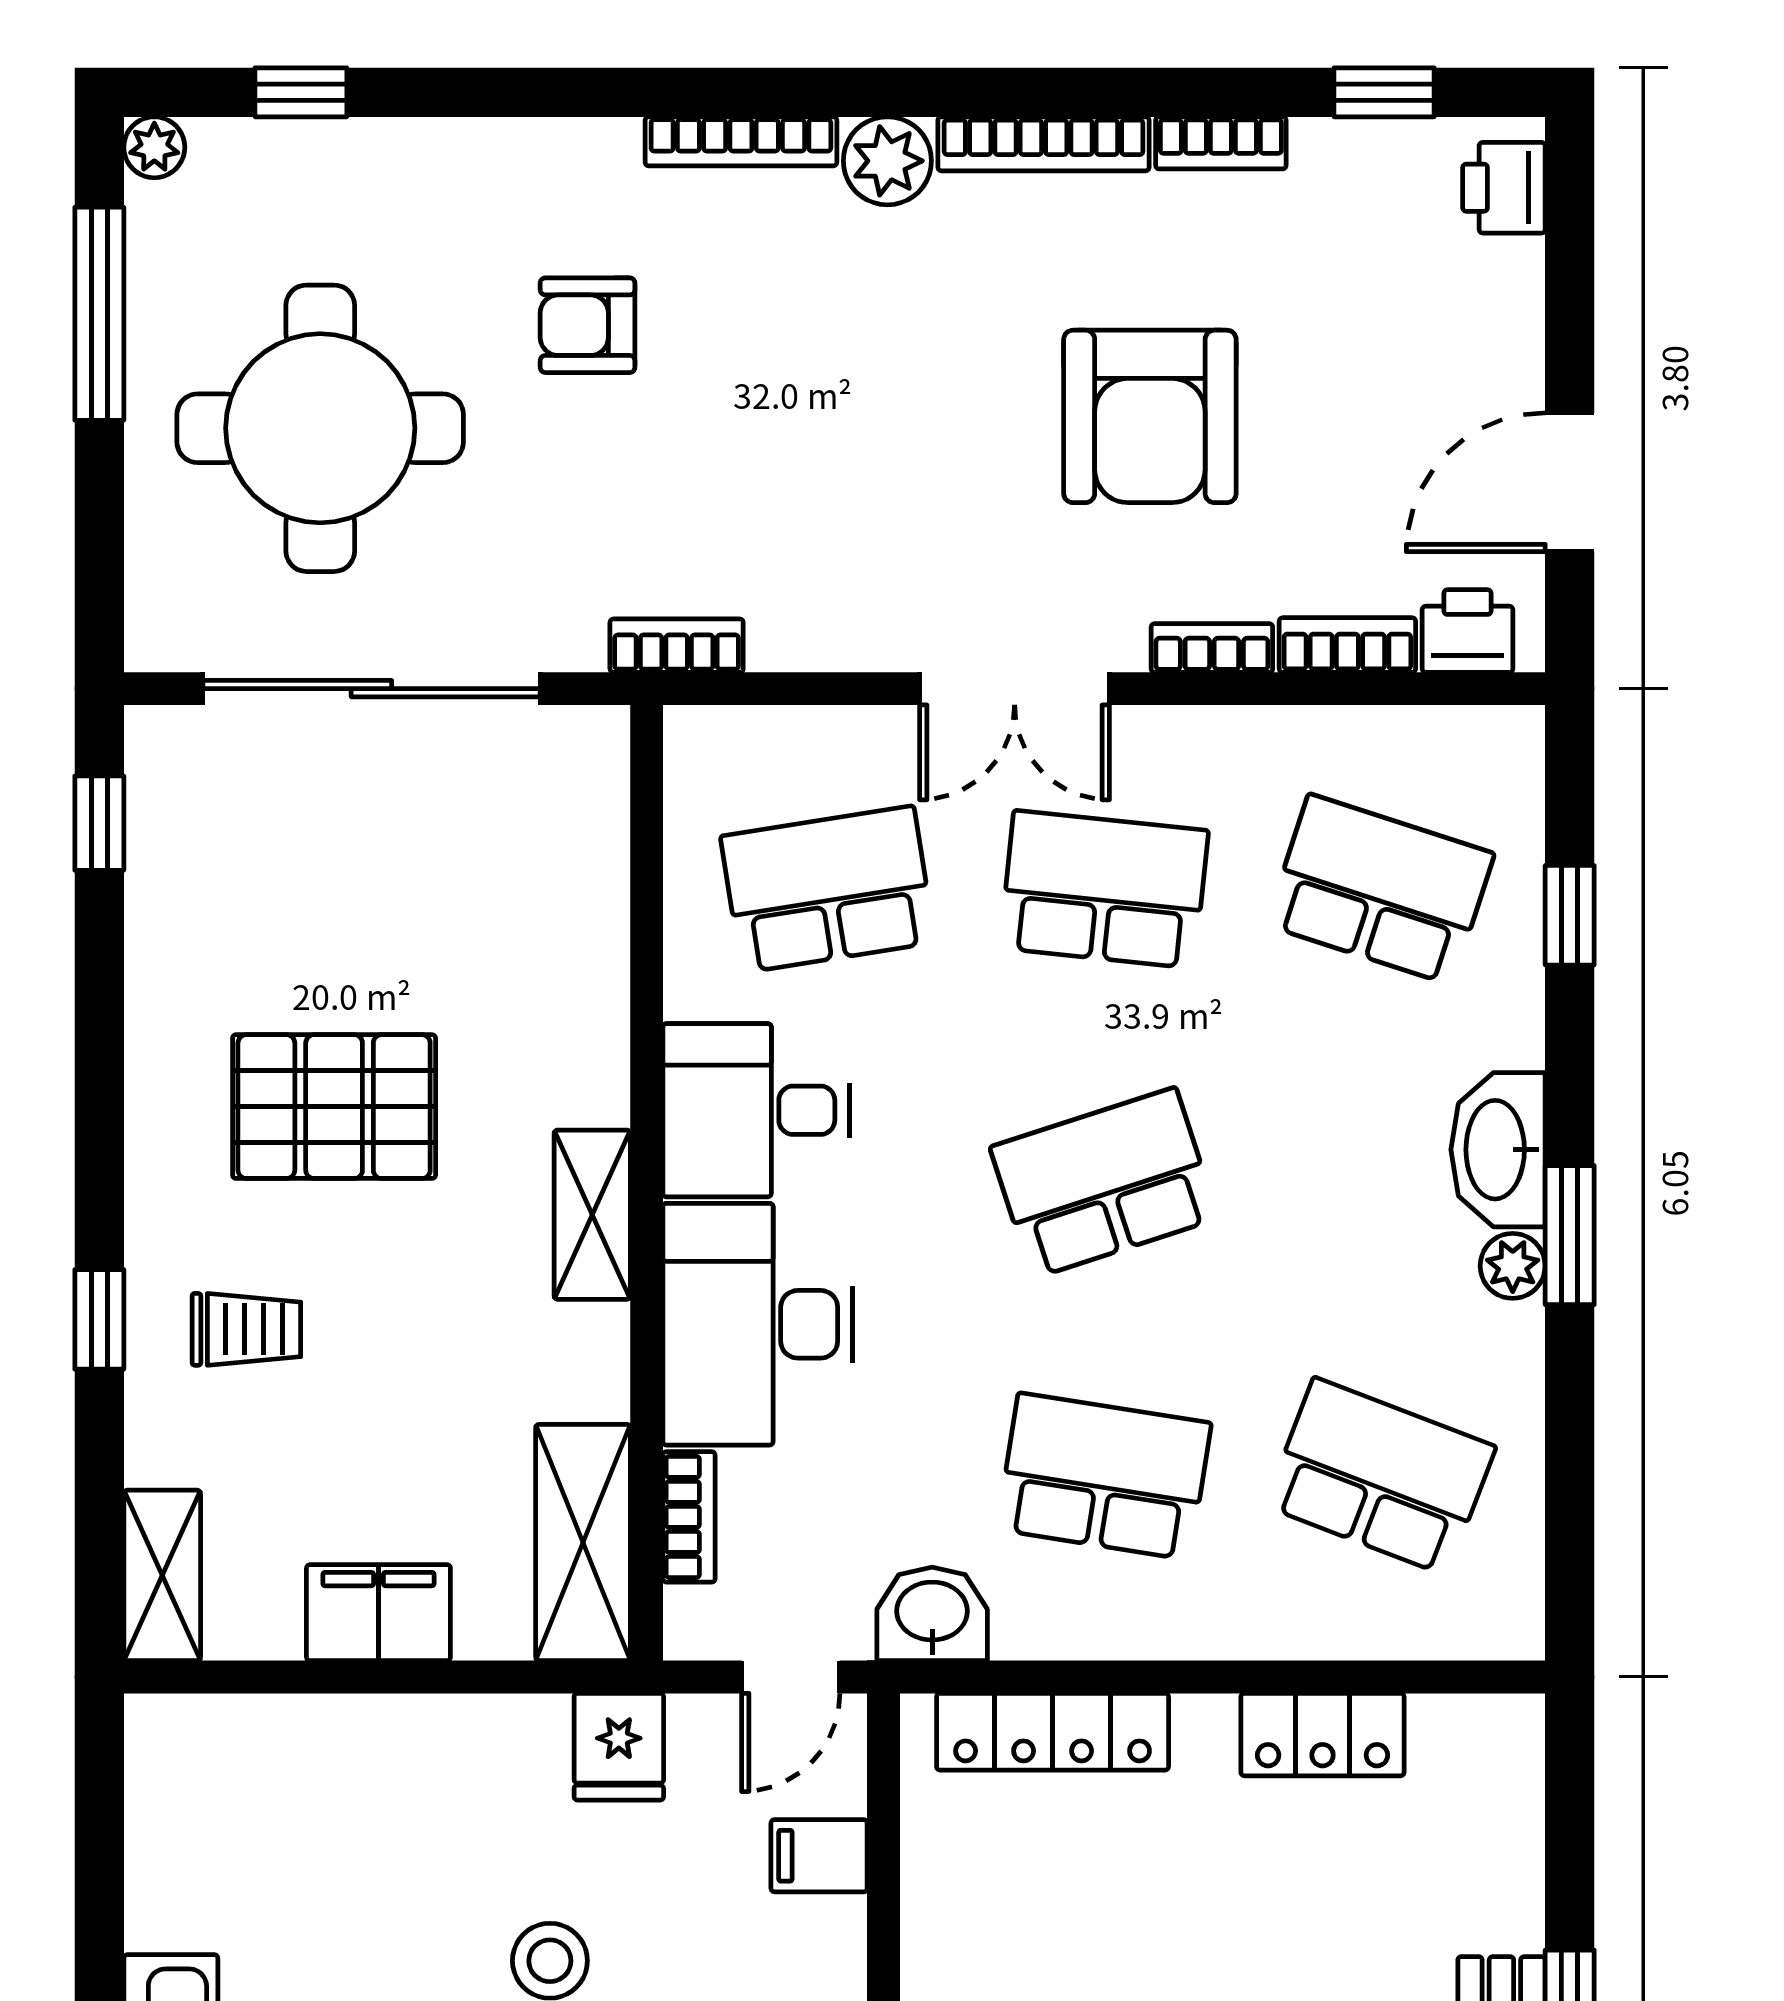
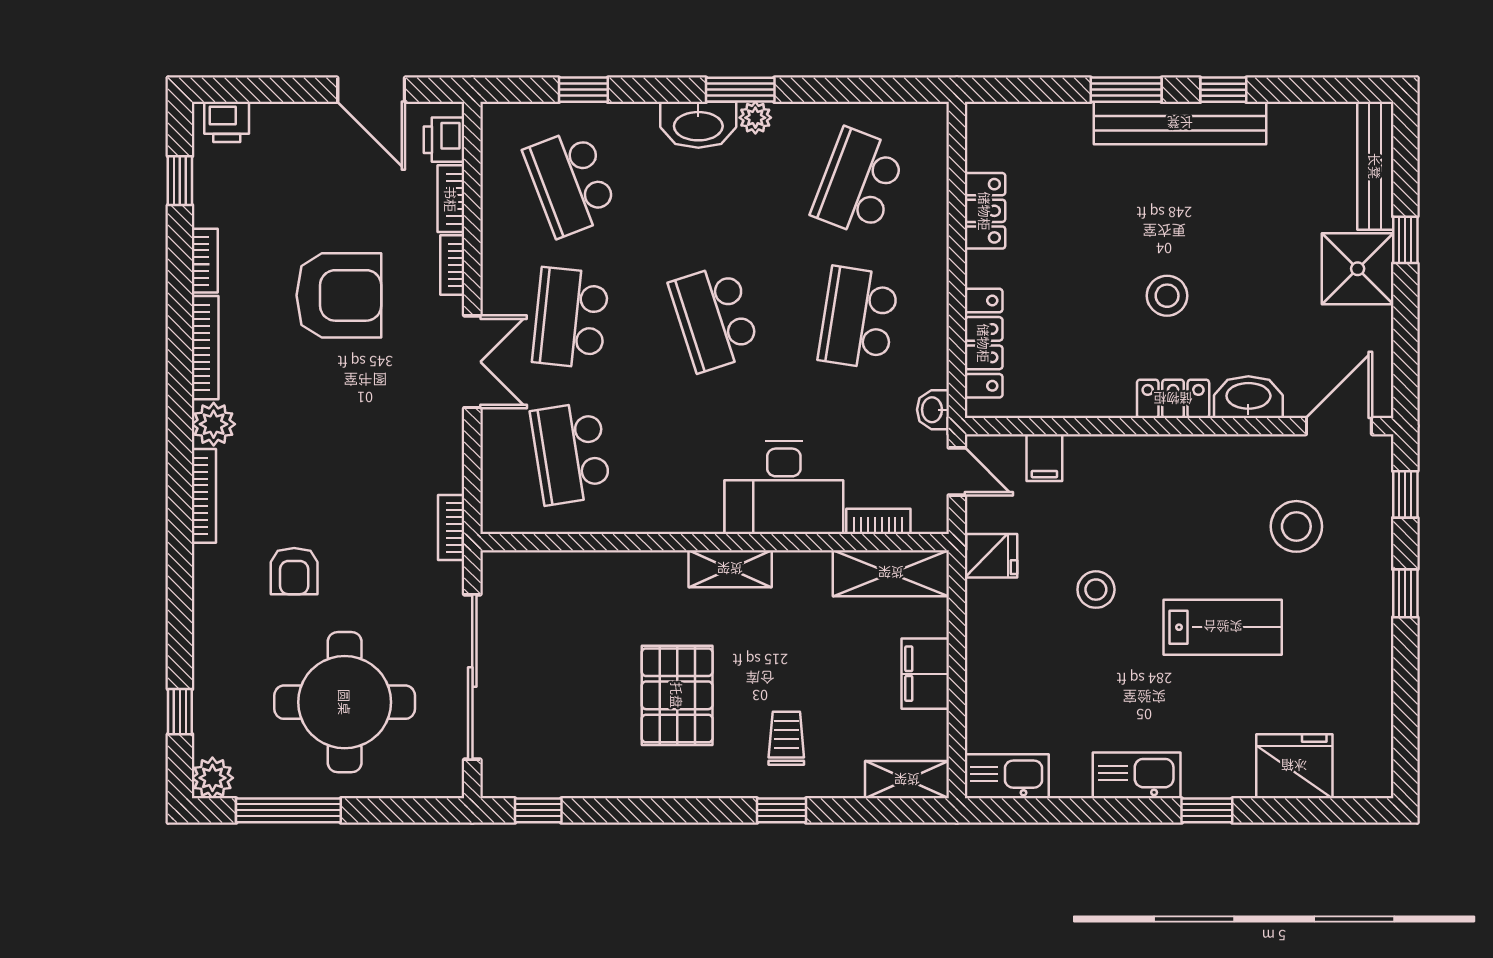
plant: (154, 147) -> (212, 778), width x1.38, depth x1.38
school desk: (1380, 889) -> (571, 182), turned -39
desk: (756, 1110) -> (679, 488), removed
washbasin: (932, 1614) -> (933, 410), width x0.72, depth x0.69
kitchen sink: (169, 1779) -> (1007, 776), added

